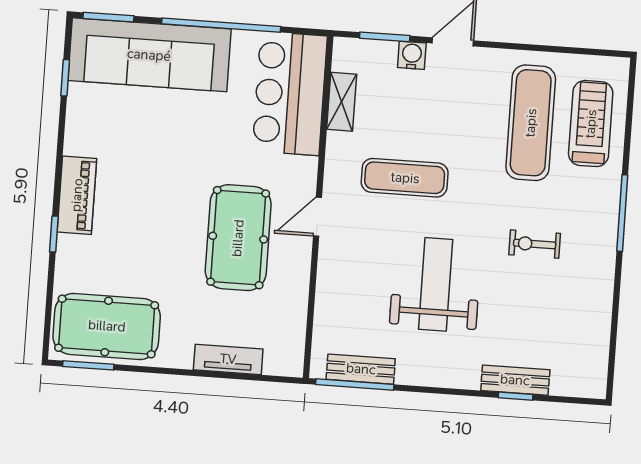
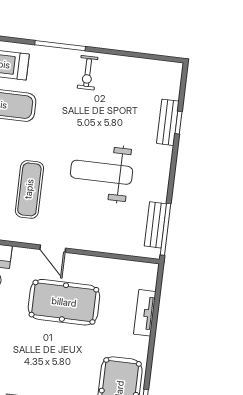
exercise bike: (535, 244) -> (88, 73), moved

